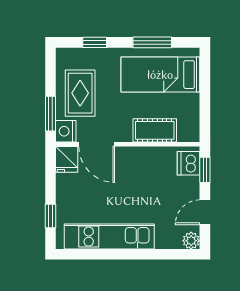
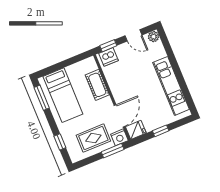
window: (152, 42) -> (42, 98), moved
window: (51, 216) -> (161, 131), moved

